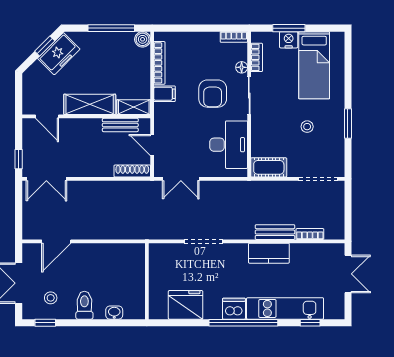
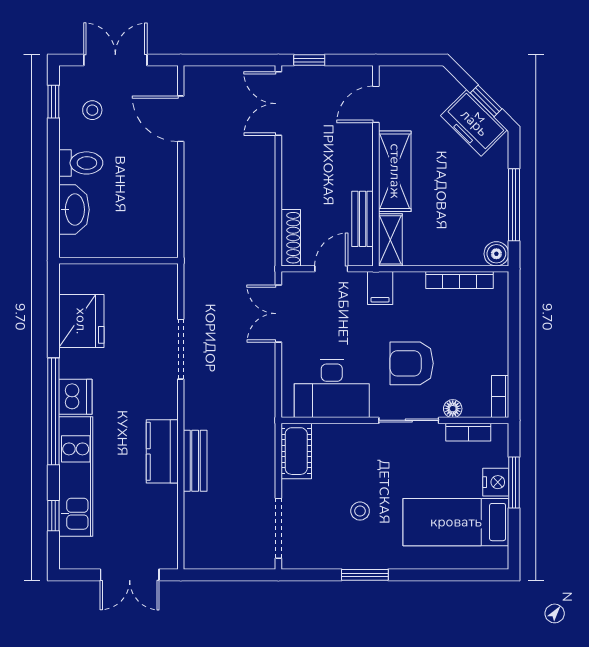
filing cabinet: (164, 94) -> (380, 288), moved
bookcase: (310, 234) -> (192, 515), removed
washbasin: (114, 313) -> (74, 210), width x1.91, depth x1.45

